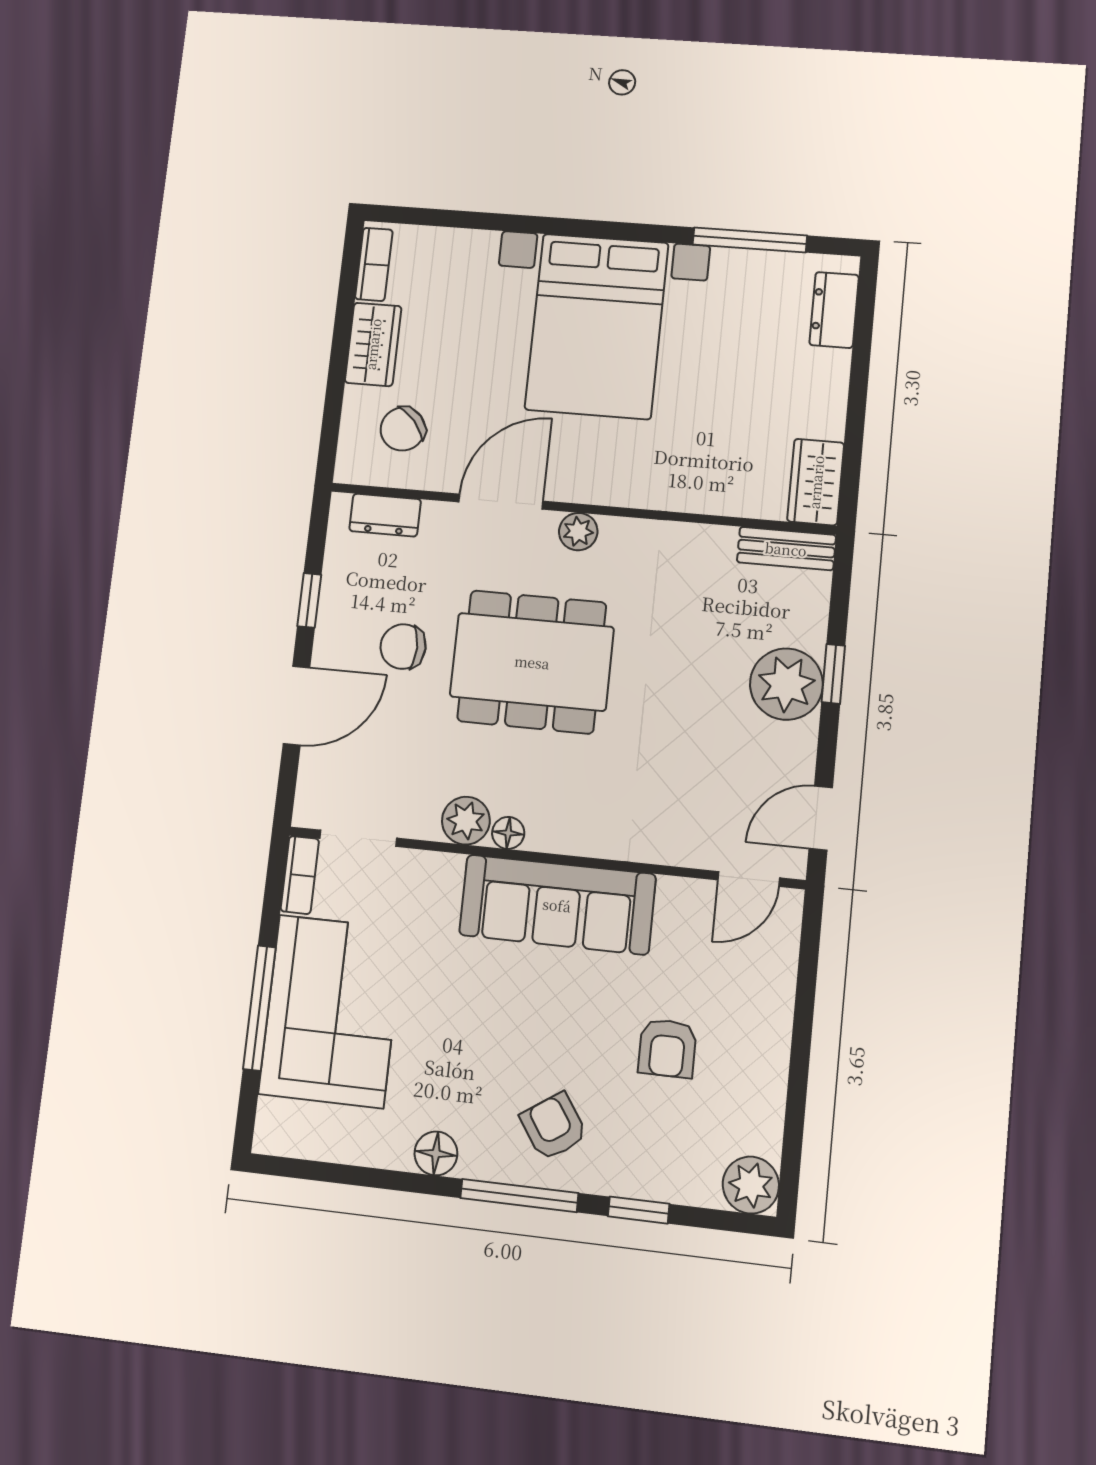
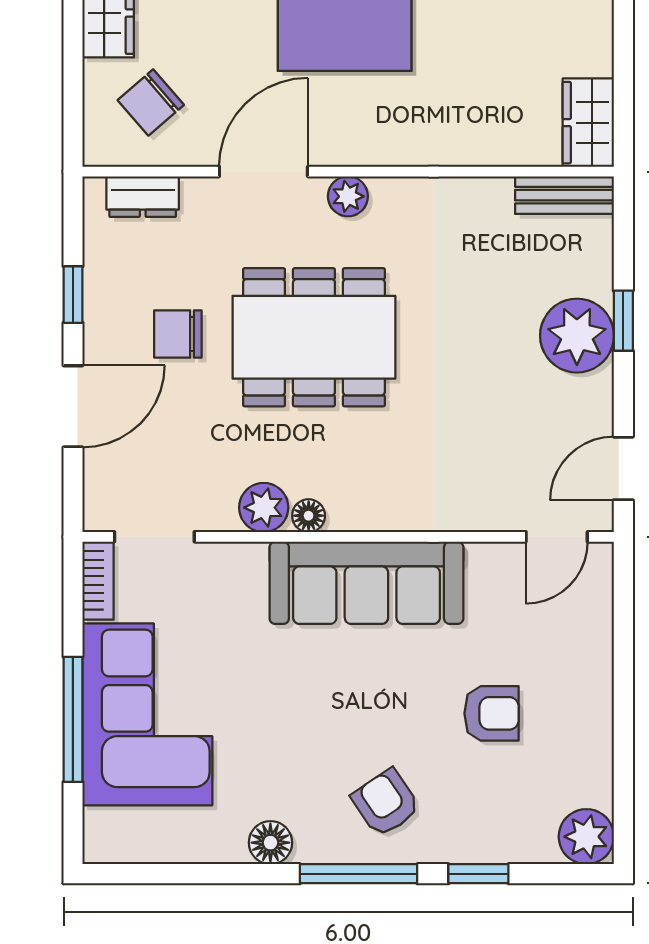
armchair: (667, 1048) -> (491, 713), turned -90

